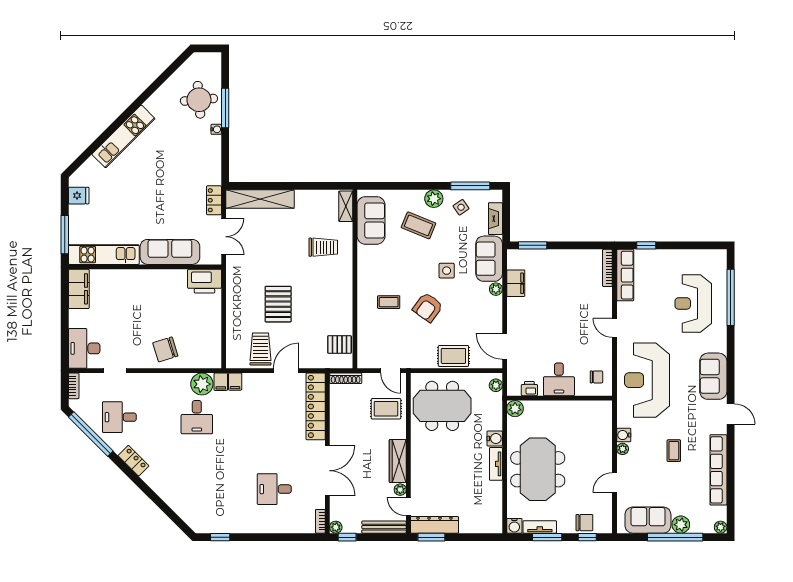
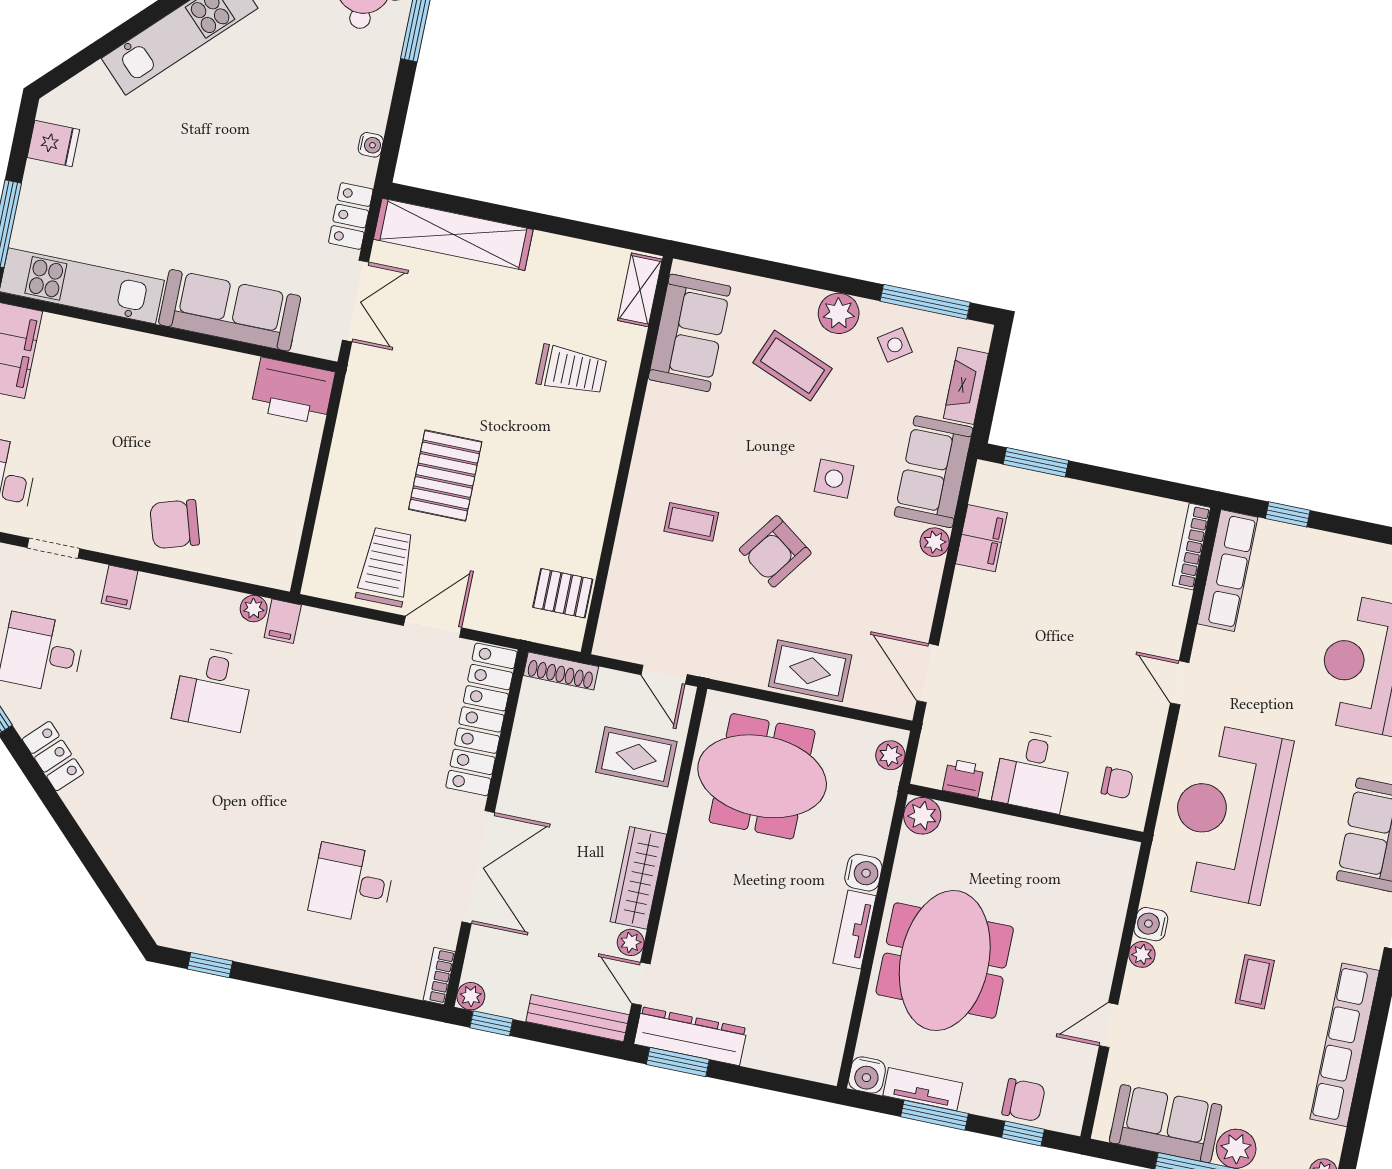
water cooler: (216, 129) -> (371, 145), moved
filing cabinet: (235, 382) -> (119, 587), moved
plant: (202, 384) -> (254, 609), width x0.53, depth x0.53

